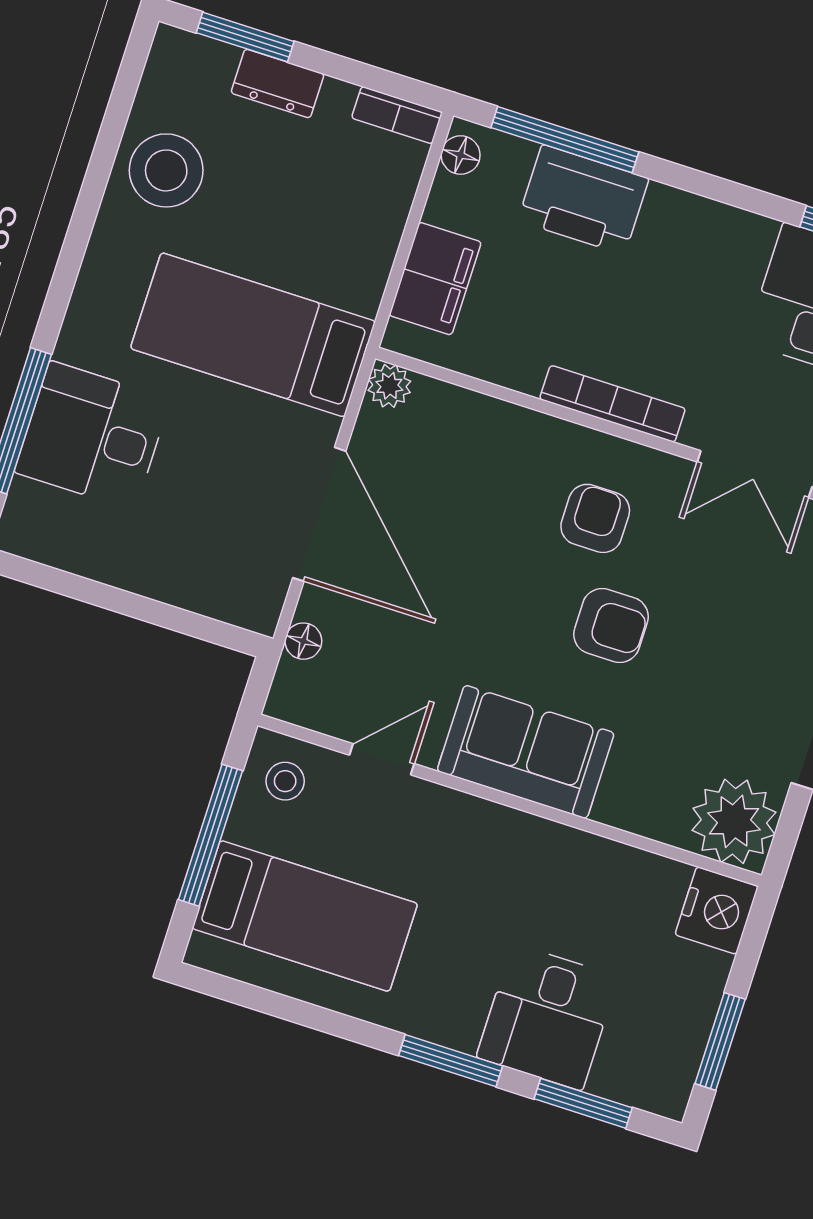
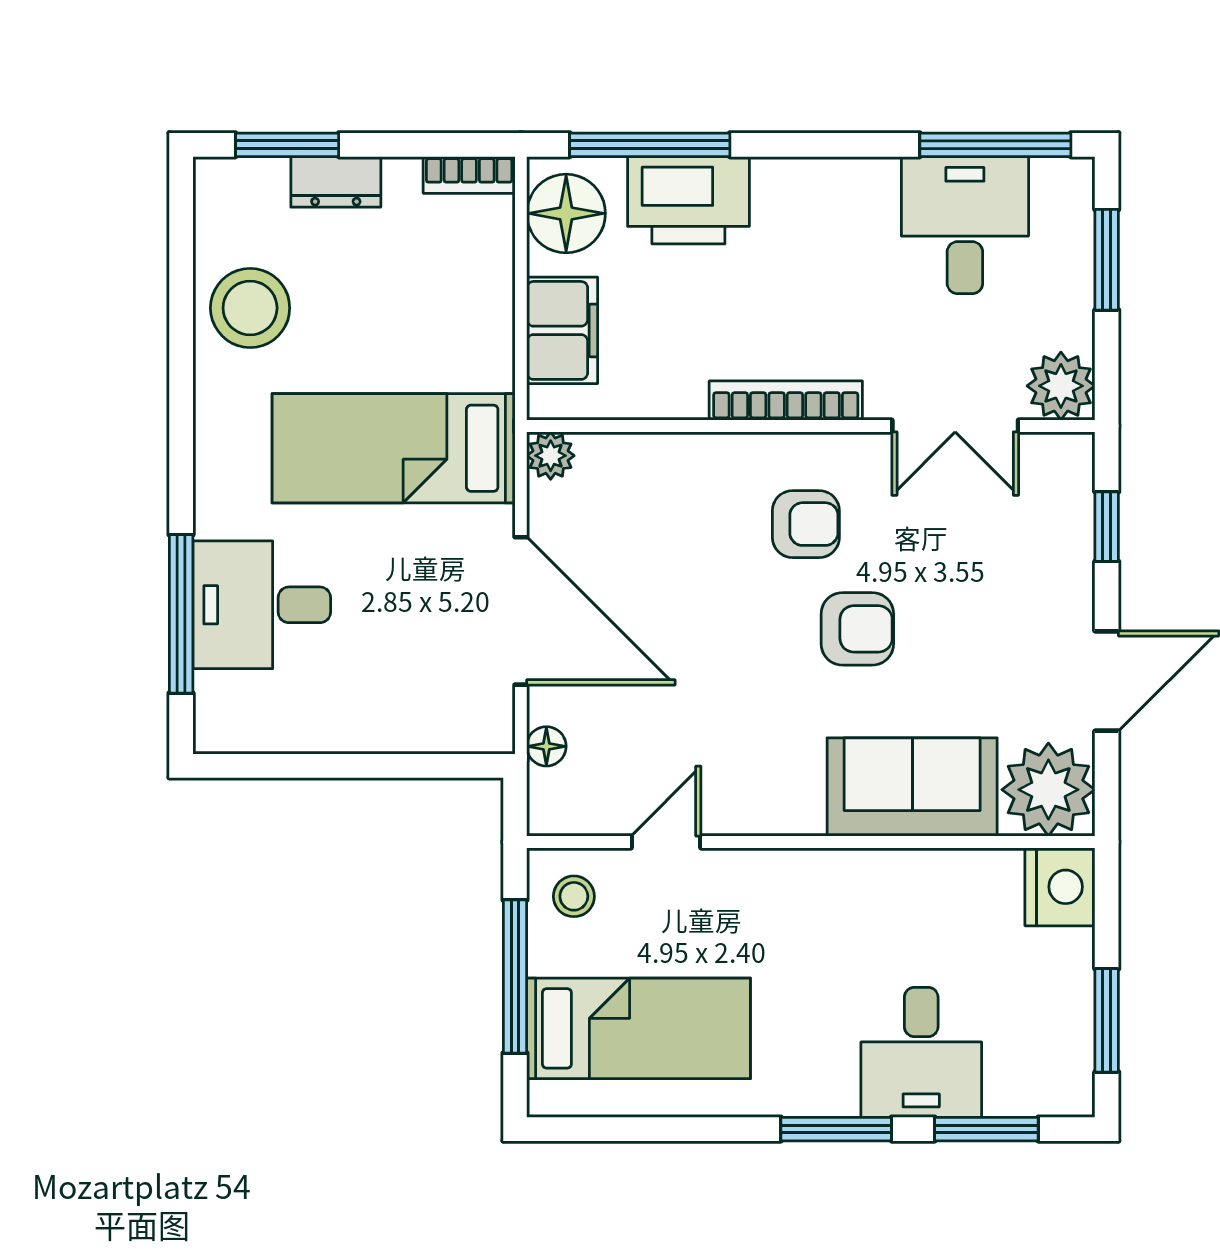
floor lamp: (461, 155) -> (566, 213), width x1.89, depth x1.89
armchair: (595, 518) -> (806, 524), turned 90
sofa: (526, 752) -> (912, 787), moved

